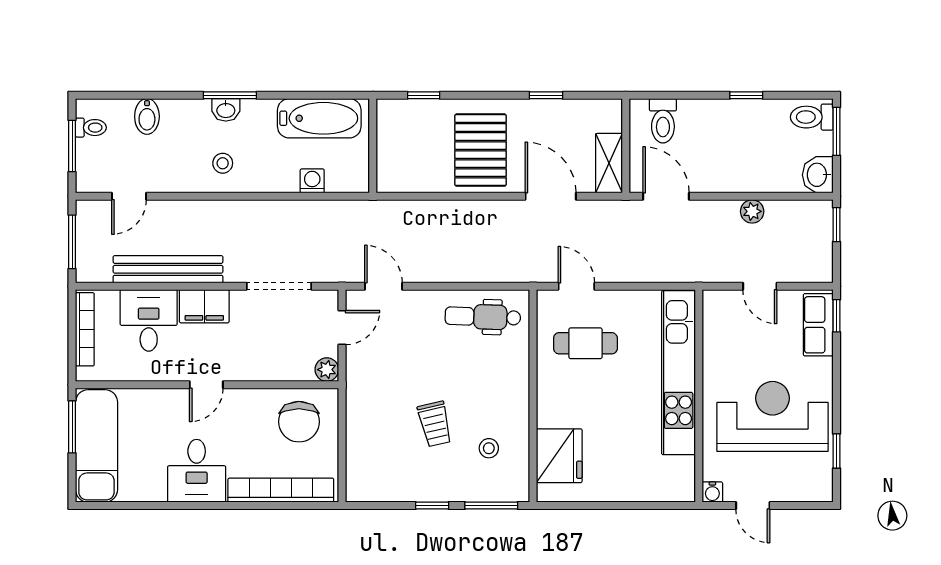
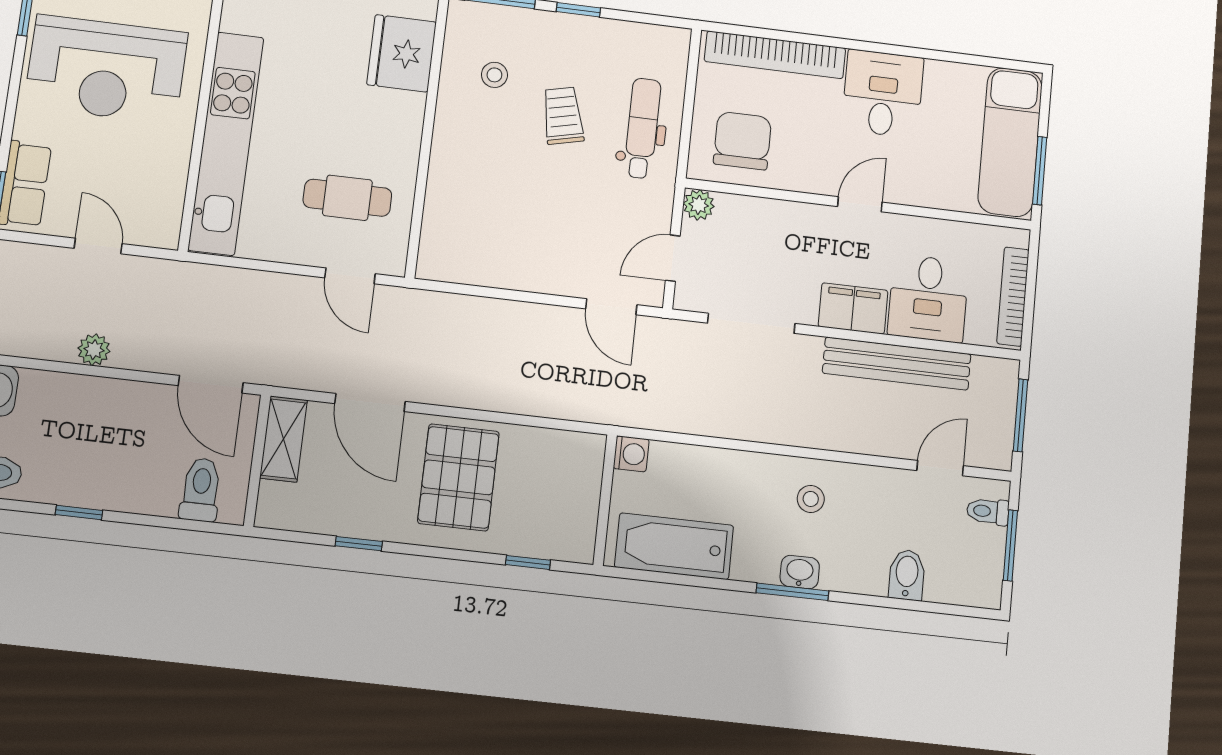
toilet: (91, 128) -> (988, 511), moved
washing machine: (312, 181) -> (631, 454), moved, turned -90
dental chair: (483, 317) -> (642, 128), moved, turned -92

